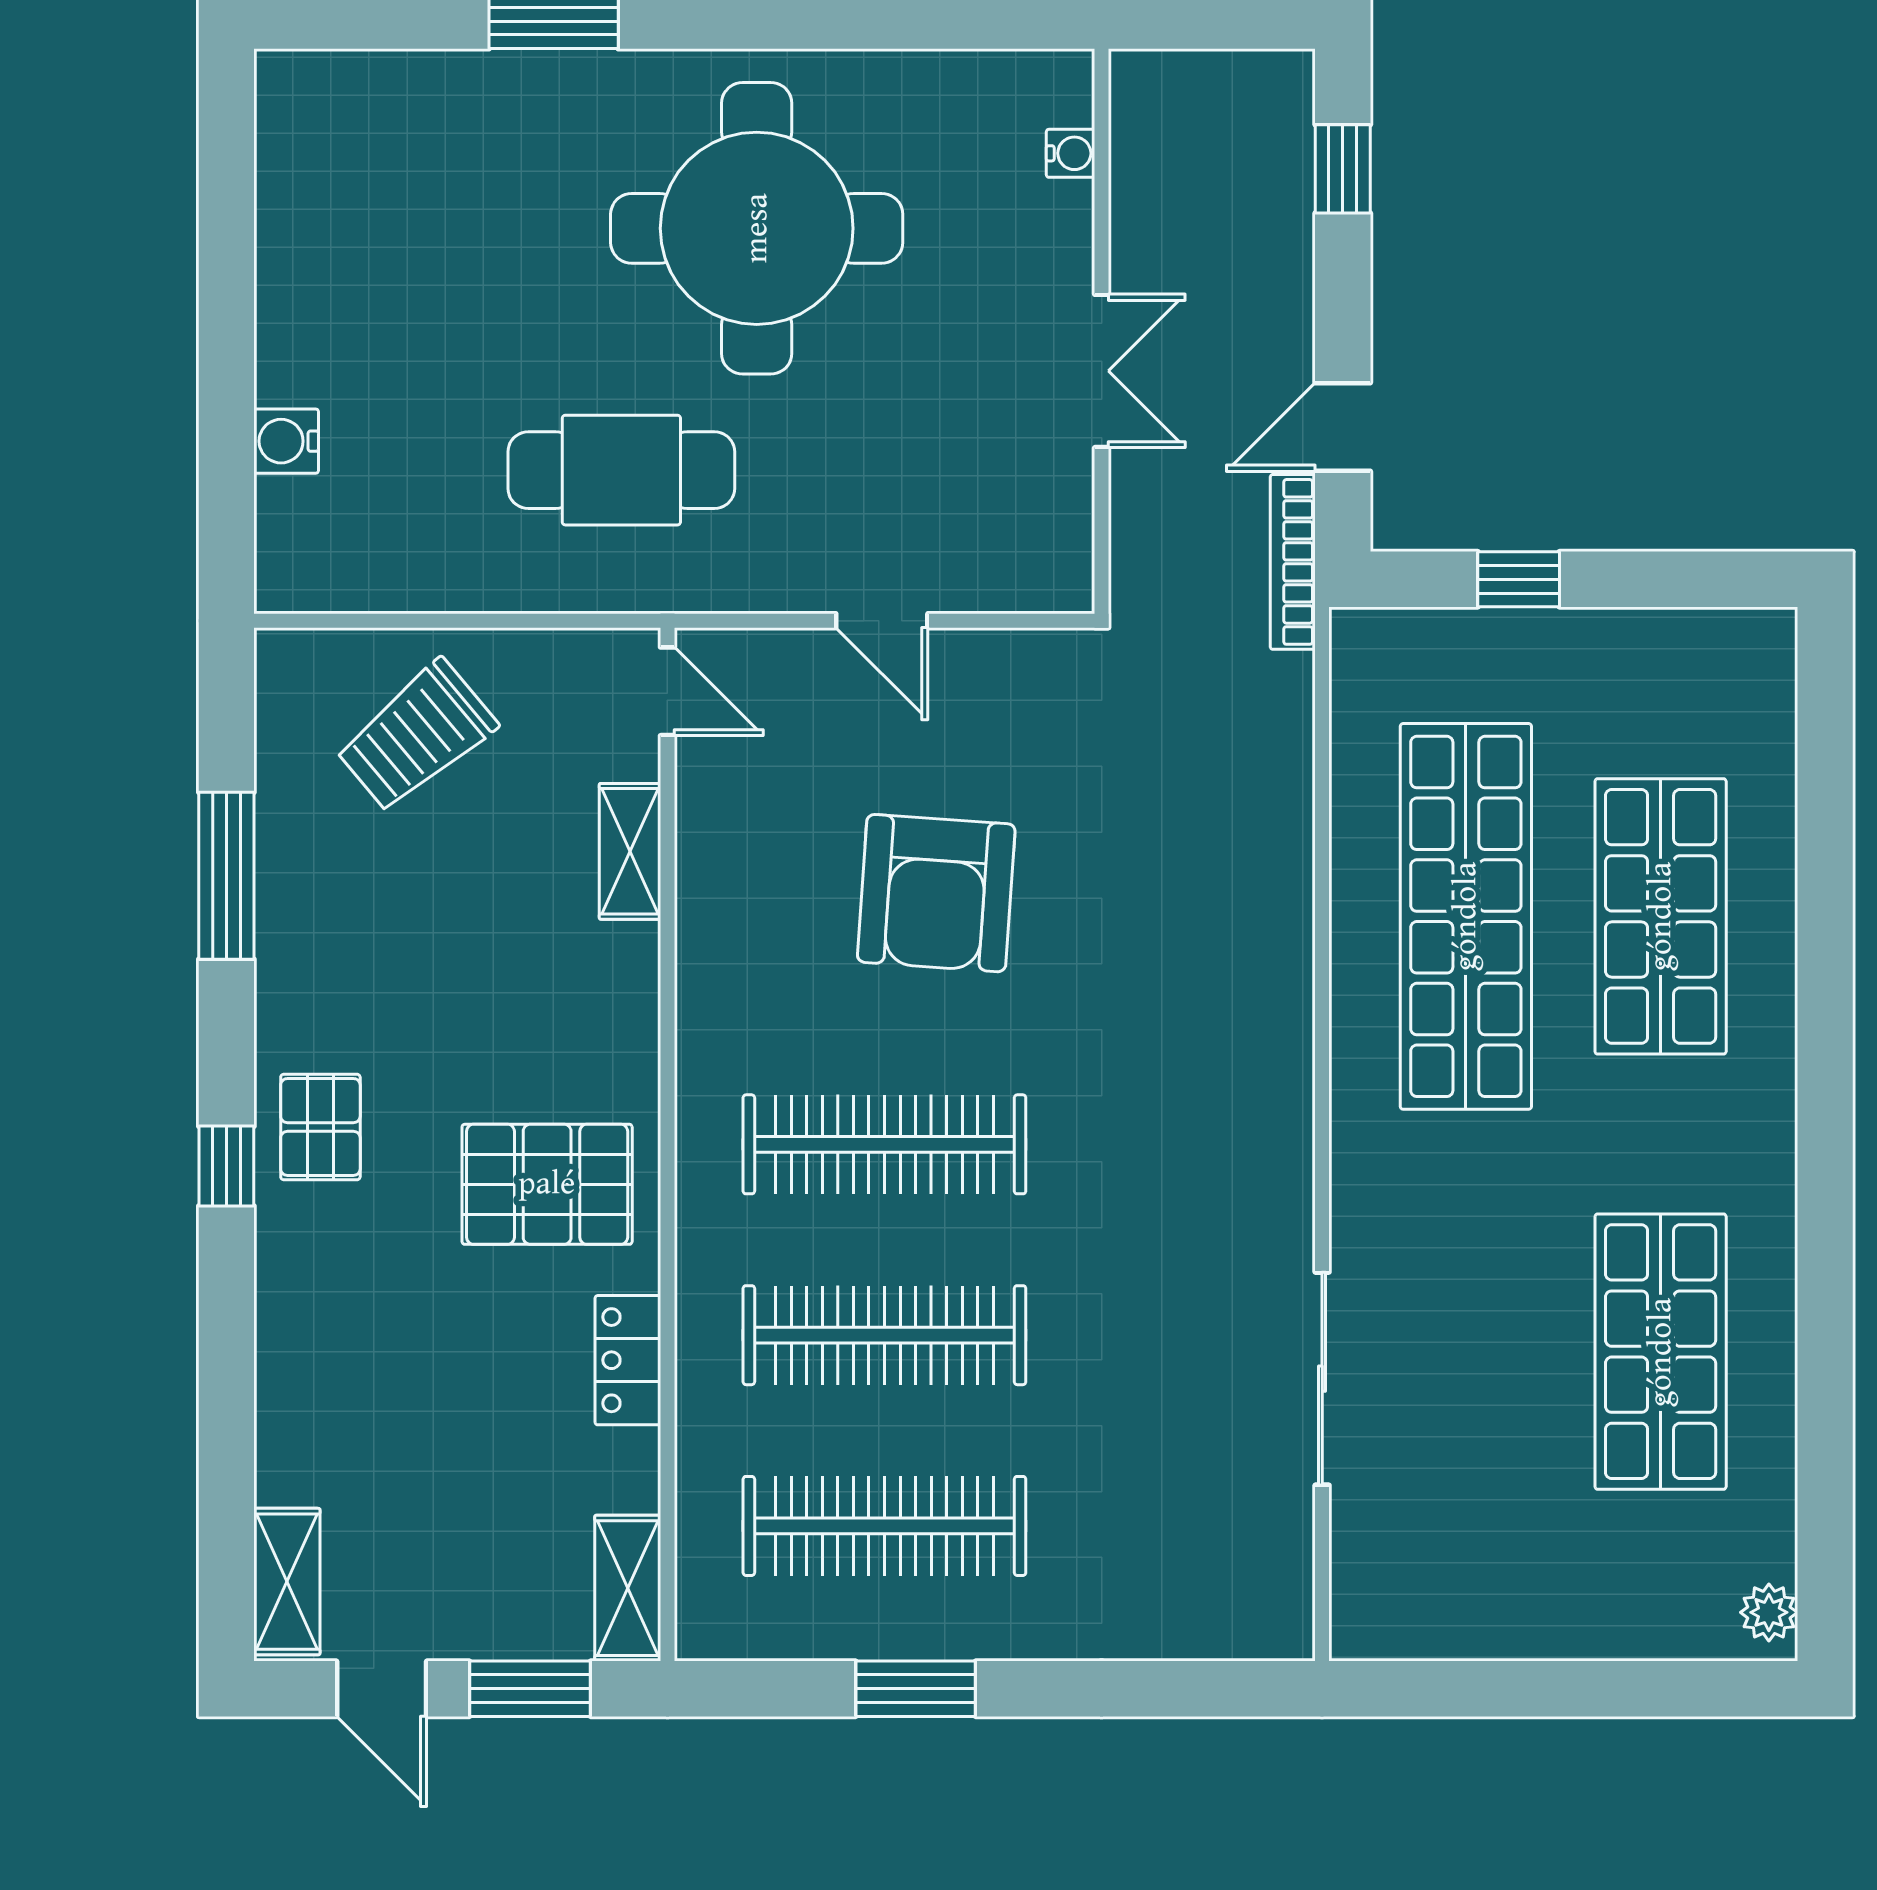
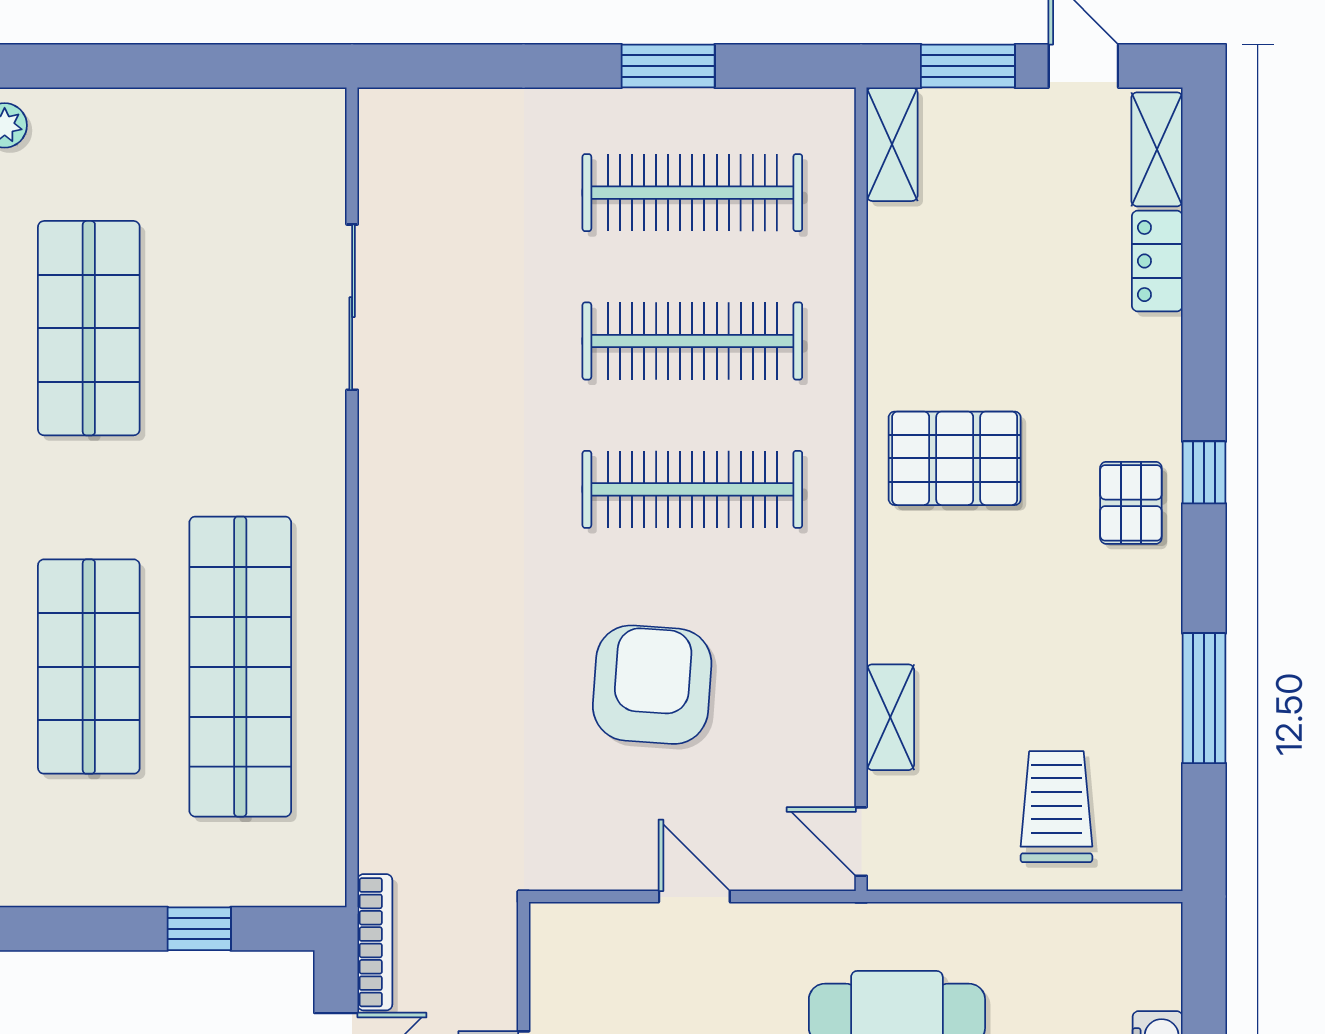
trolley: (416, 736) -> (1056, 807), turned -50
locker: (628, 1360) -> (1157, 261), moved, turned 180

